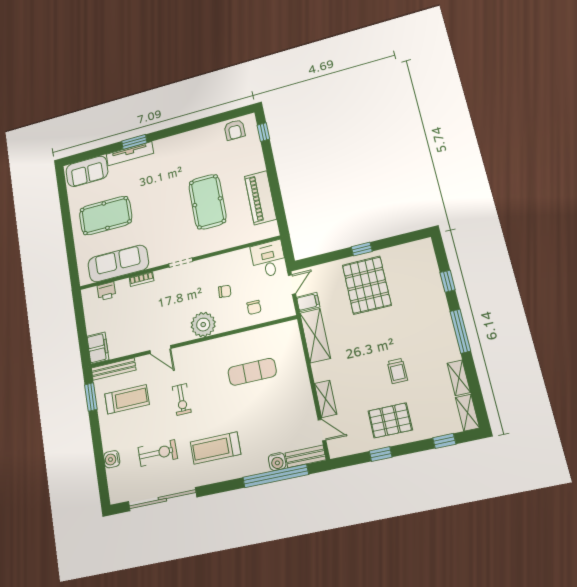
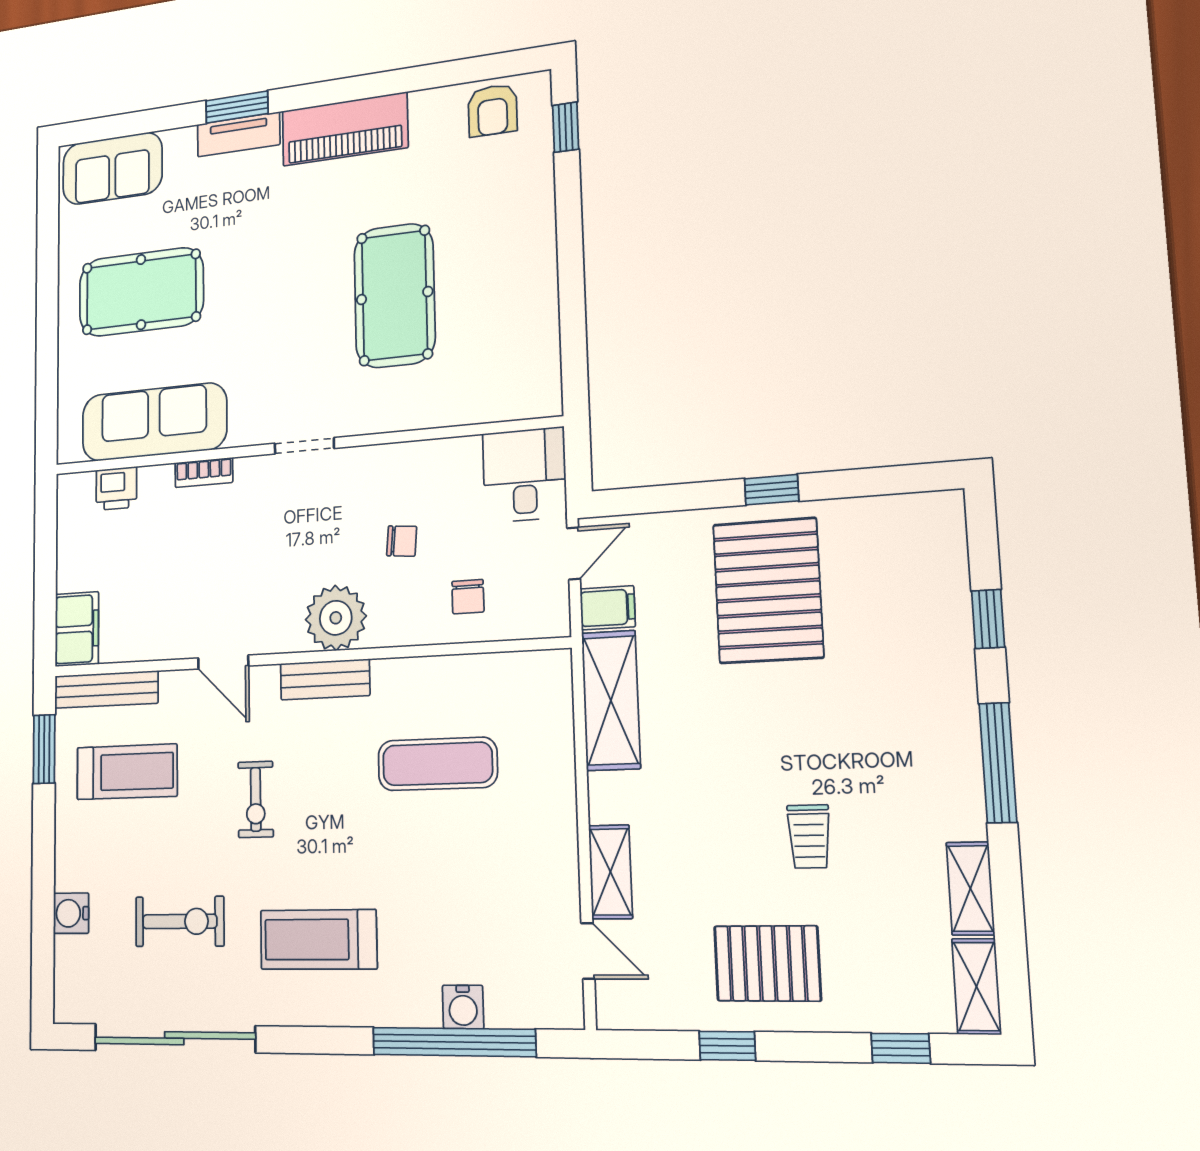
tv unit: (130, 154) -> (239, 134), width x0.71
piano: (260, 198) -> (345, 129), moved, turned -90
bench: (305, 456) -> (325, 679), moved

